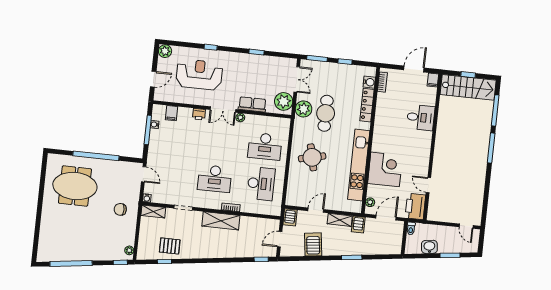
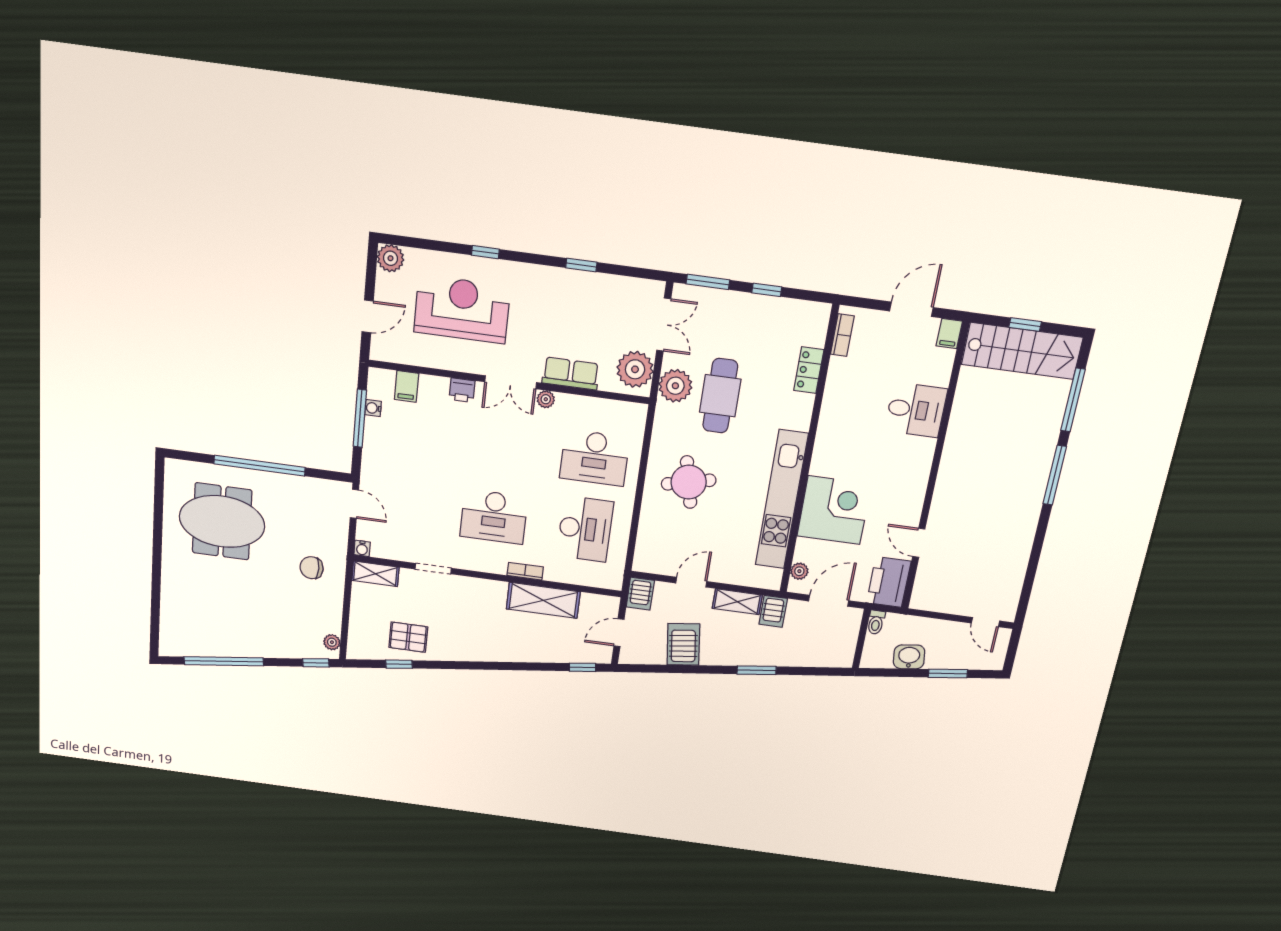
water cooler: (369, 82) -> (815, 334), removed
locker: (367, 105) -> (809, 370), width x0.66
shelving: (221, 221) -> (543, 600), moved

